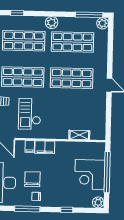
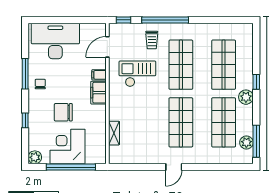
window: (17, 13) -> (256, 82), moved
plant: (102, 23) -> (246, 143), moved
chair: (32, 179) -> (63, 112), moved, turned 180

